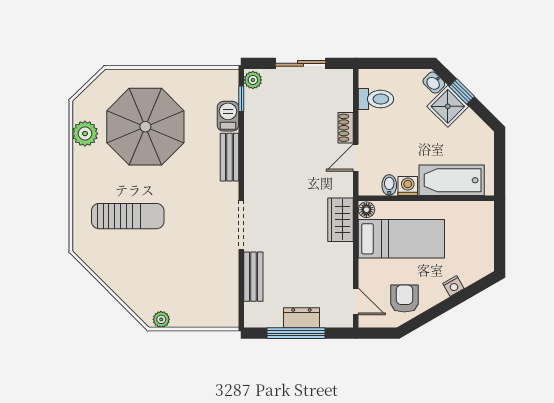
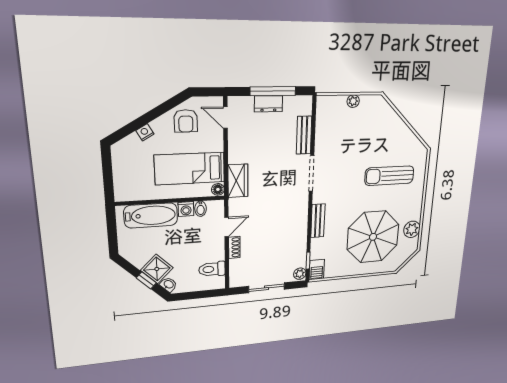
barbecue: (228, 116) -> (317, 270), moved
plant: (161, 319) -> (353, 101), moved

